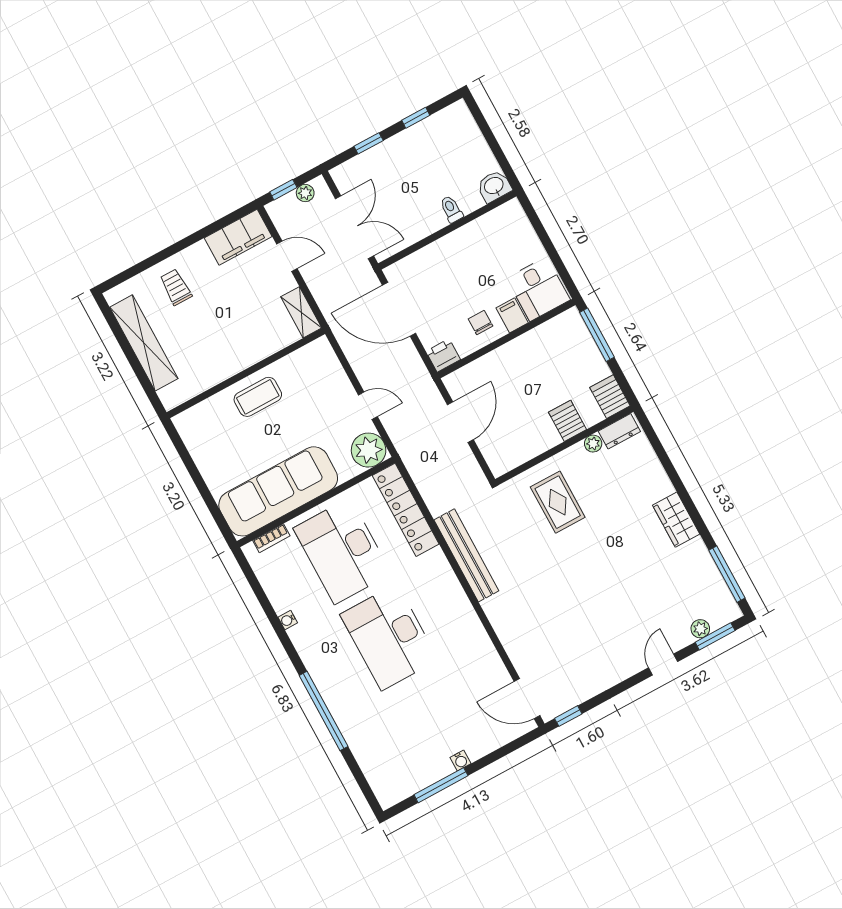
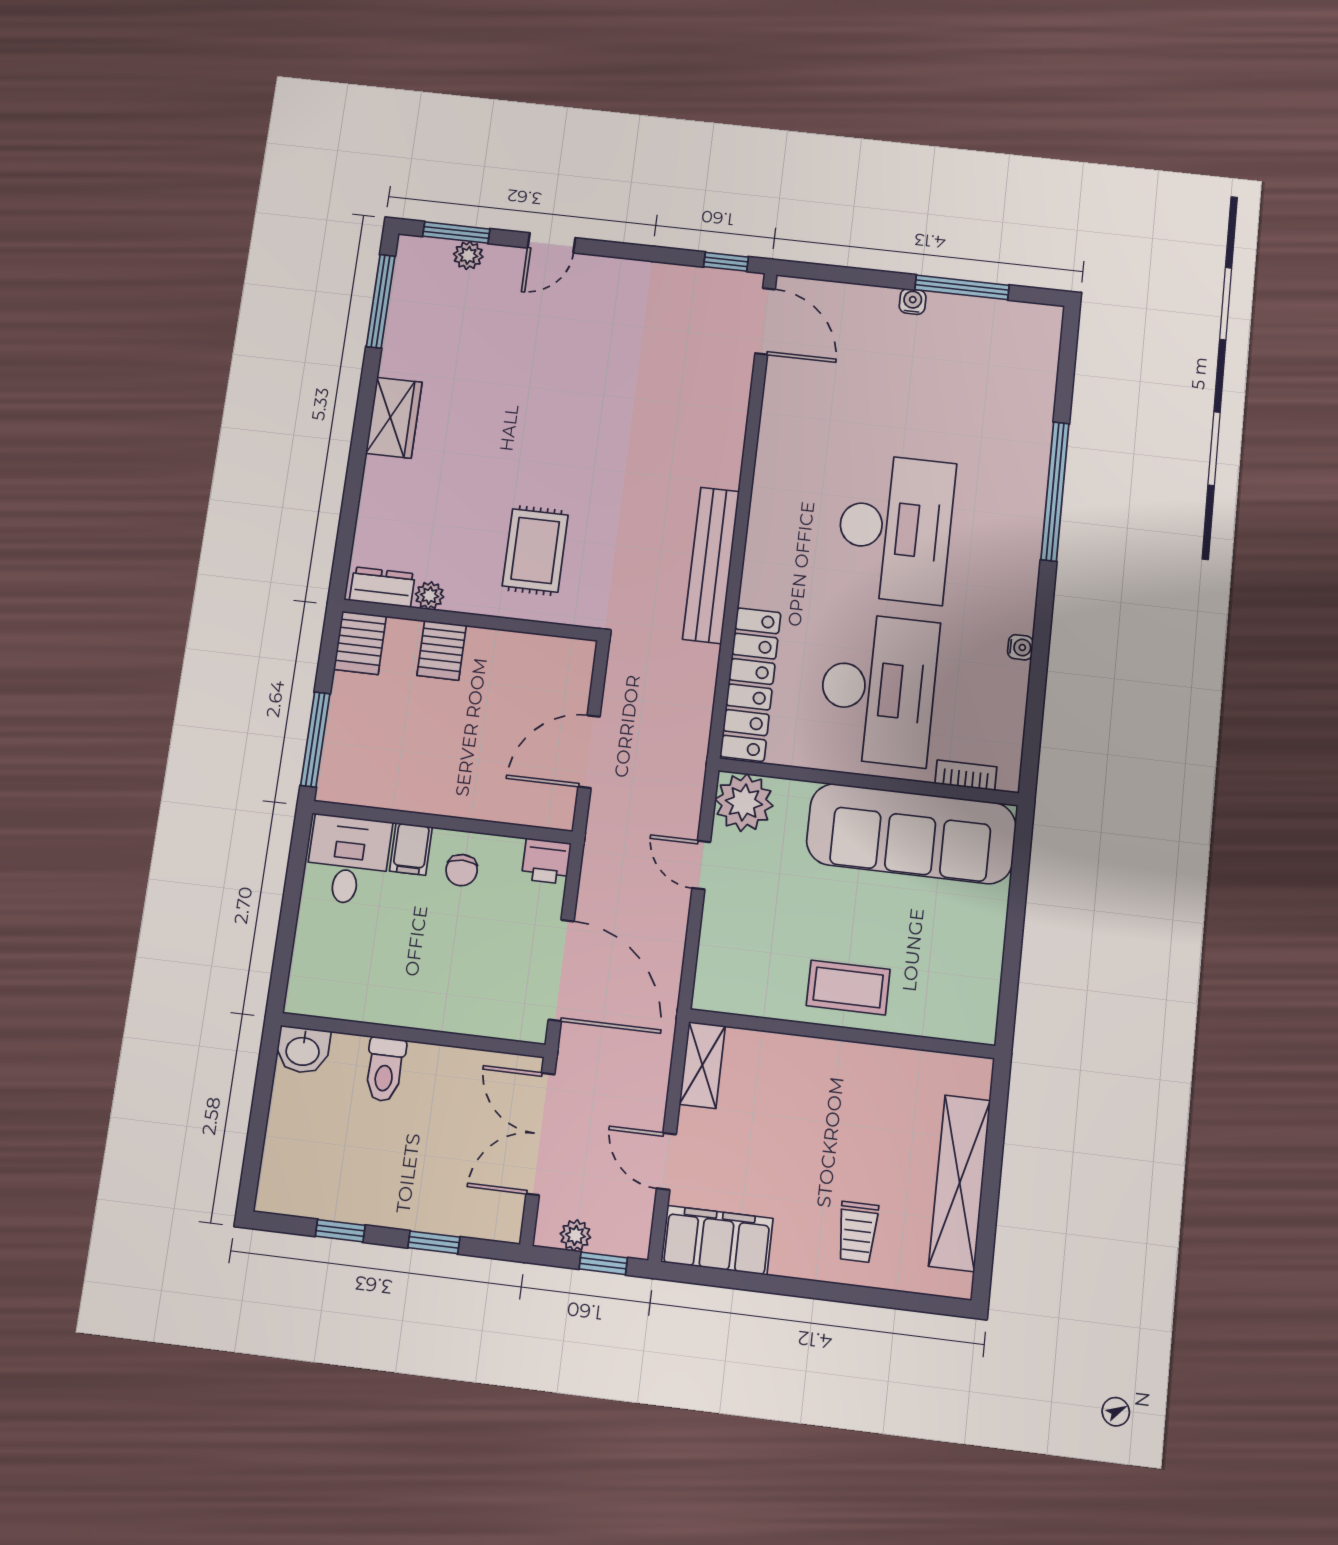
toilet: (451, 209) -> (385, 1069), width x1.37, depth x1.39

